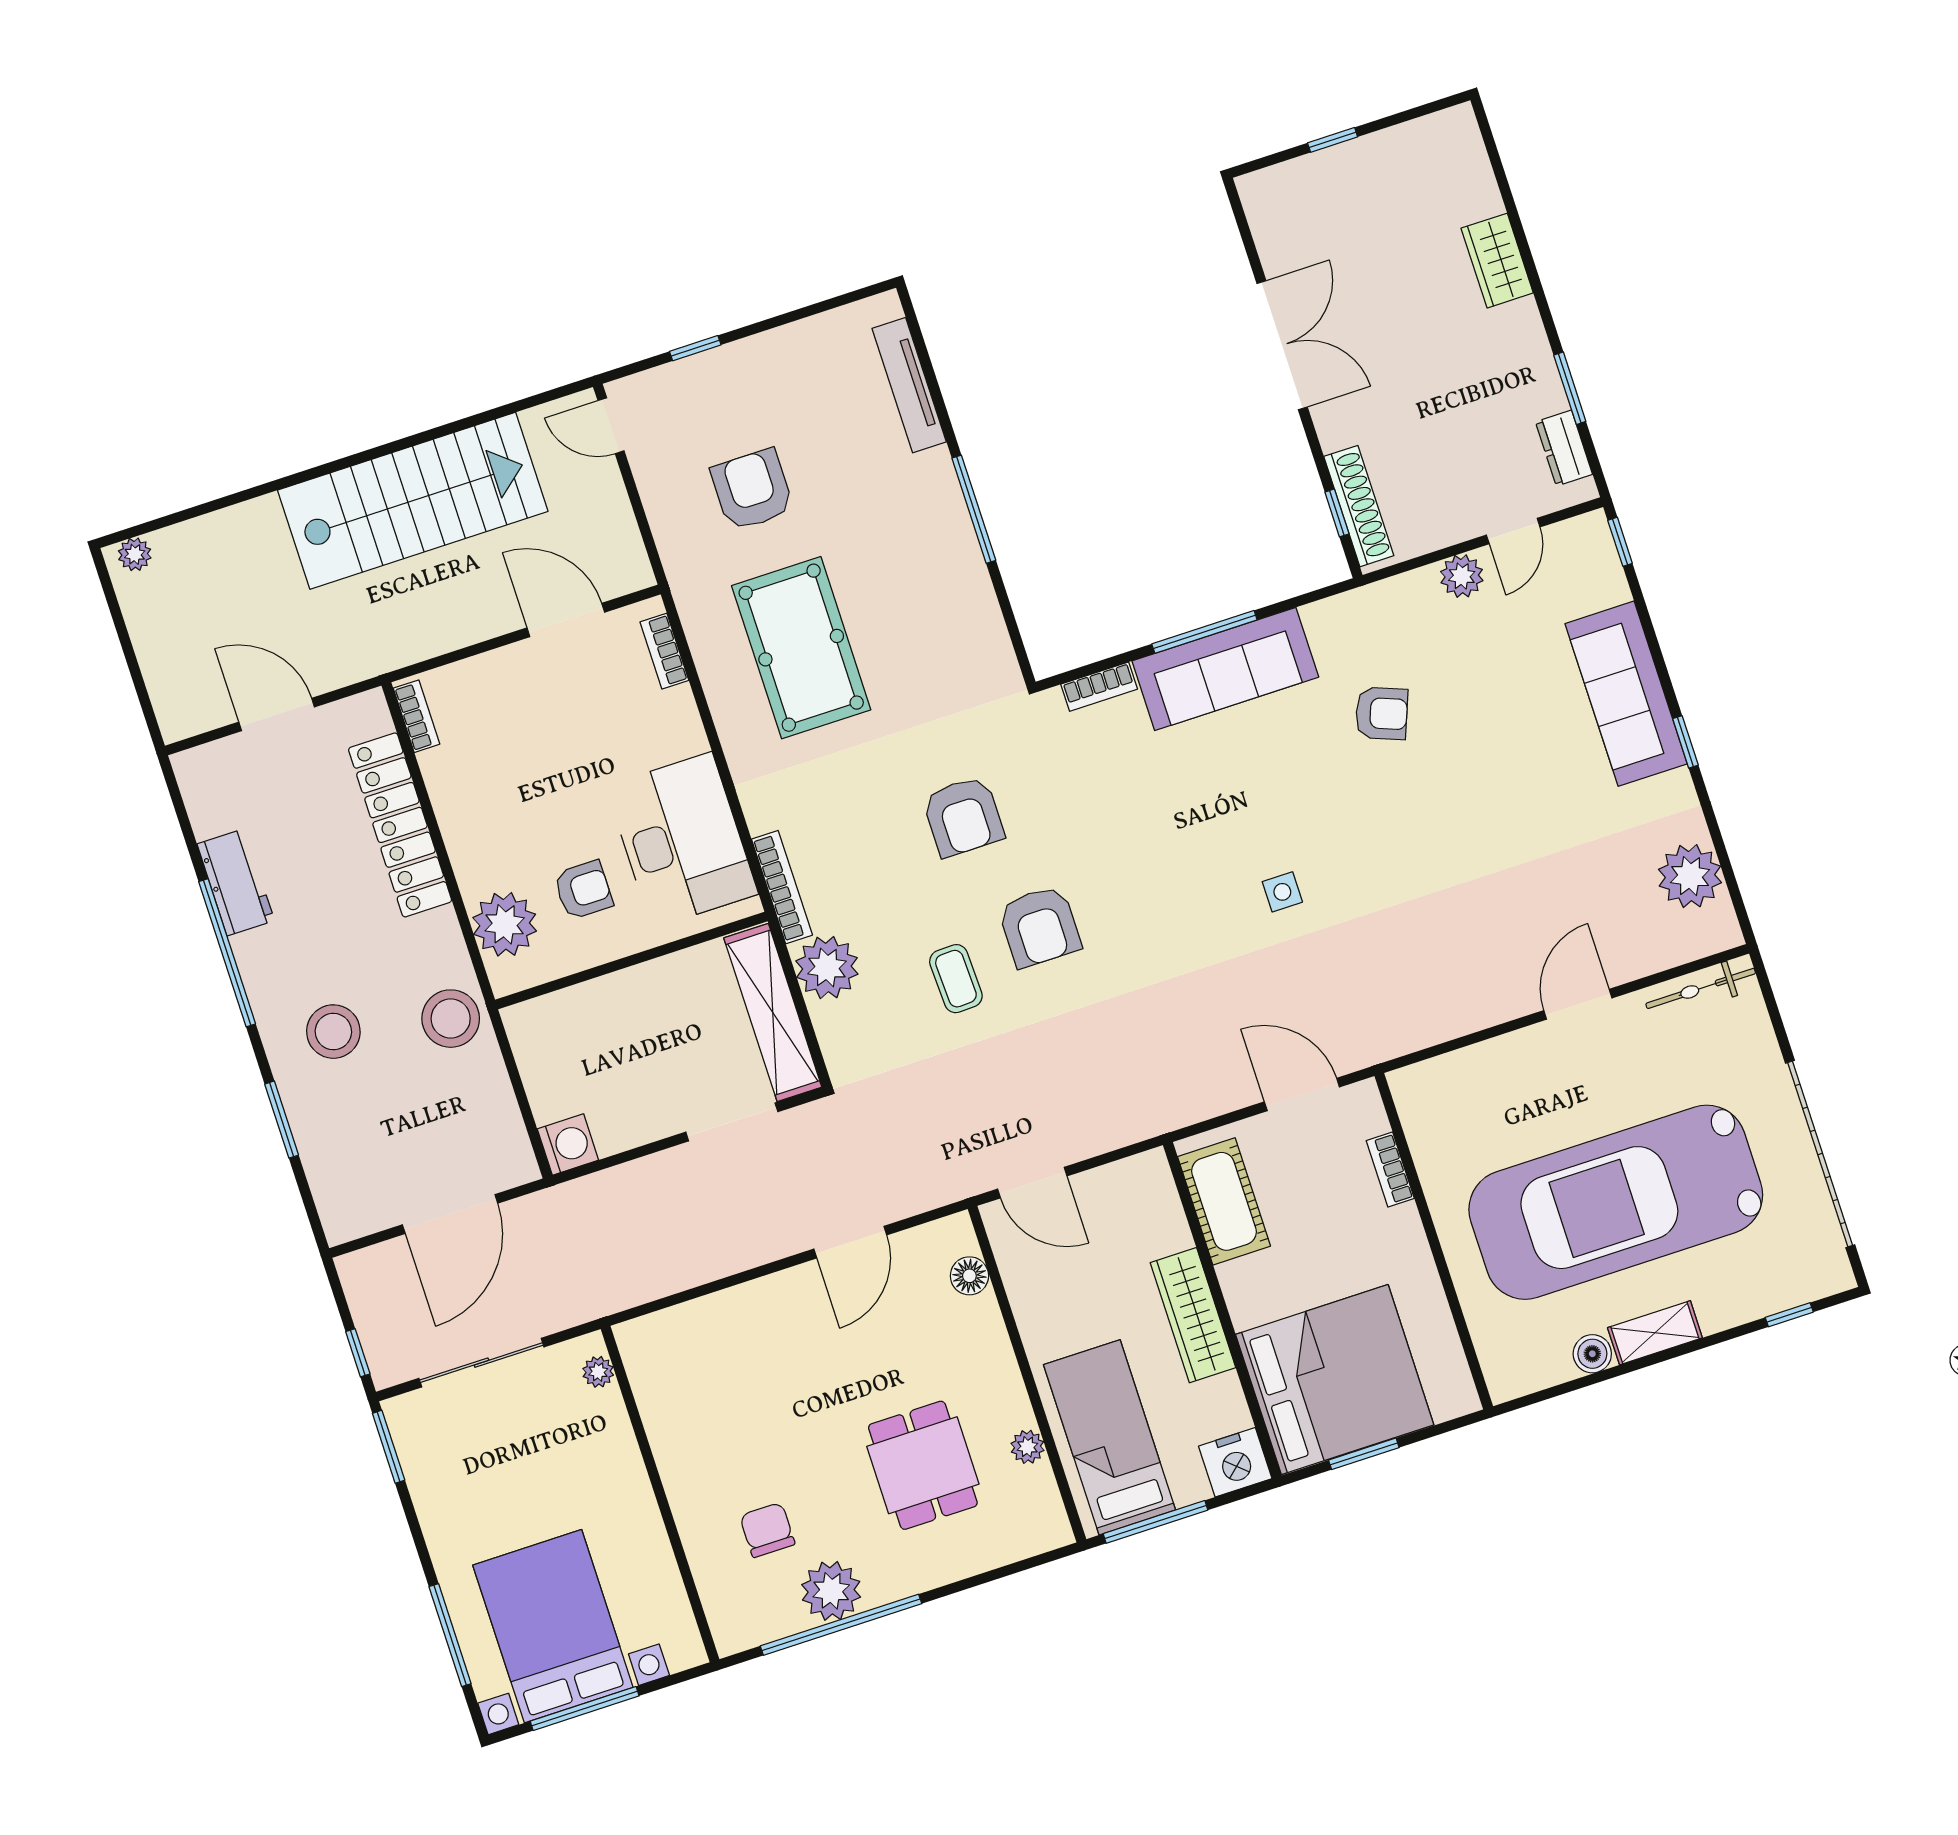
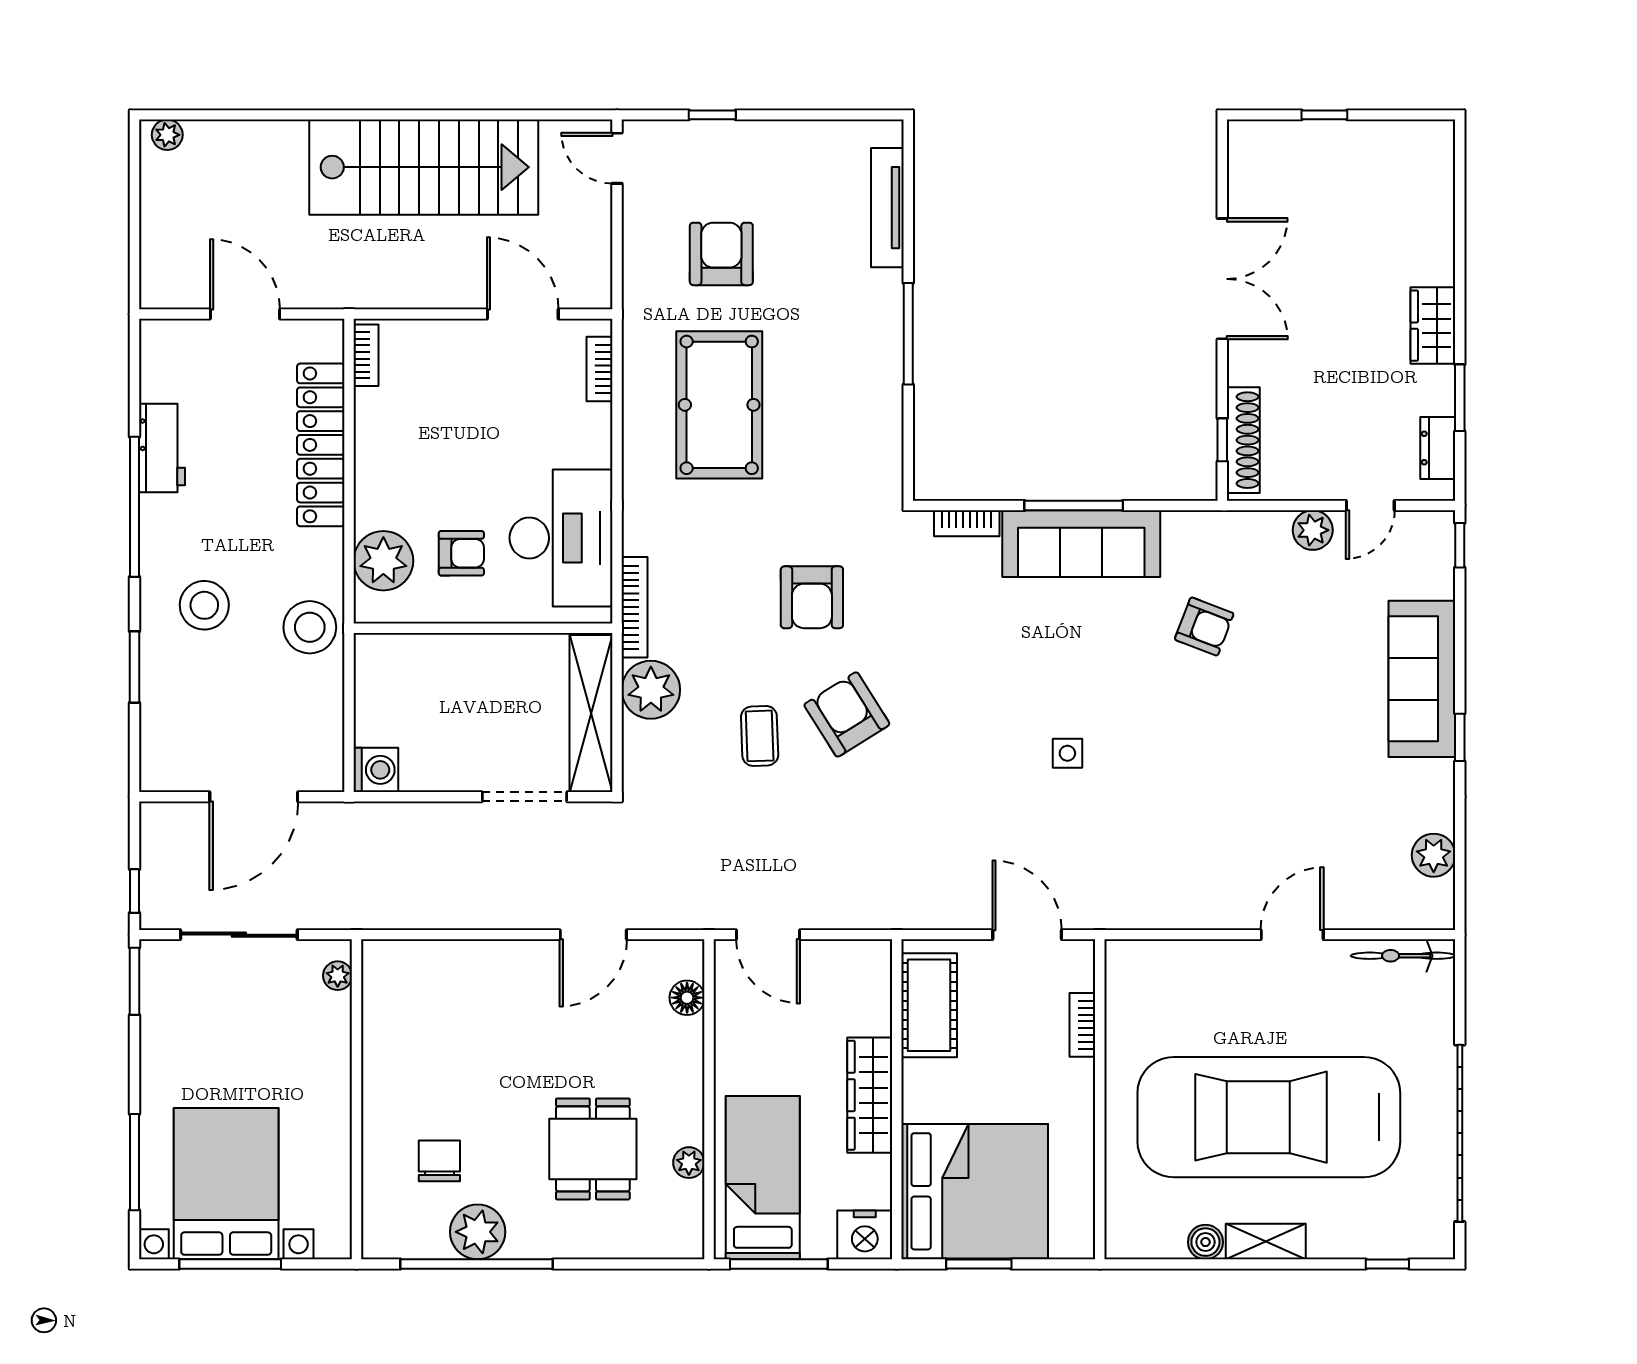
wardrobe: (1497, 261) -> (1433, 326), moved
plant: (1690, 876) -> (1434, 855), width x0.73, depth x0.73
armchair: (1039, 927) -> (847, 714), turned 148

